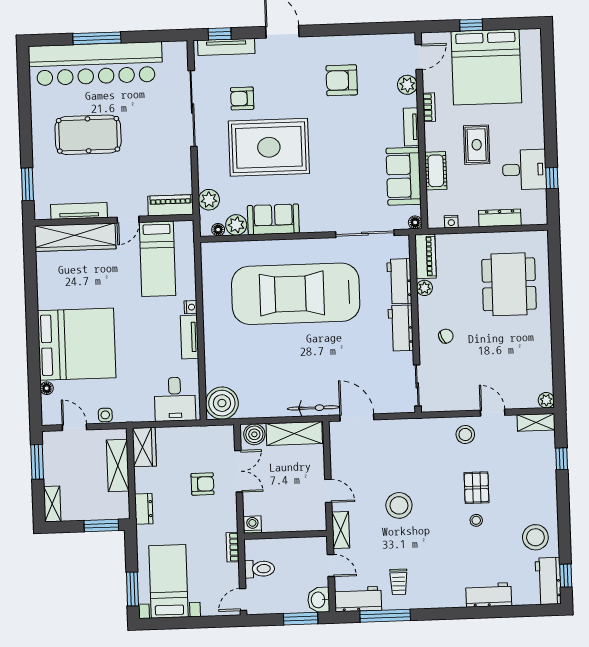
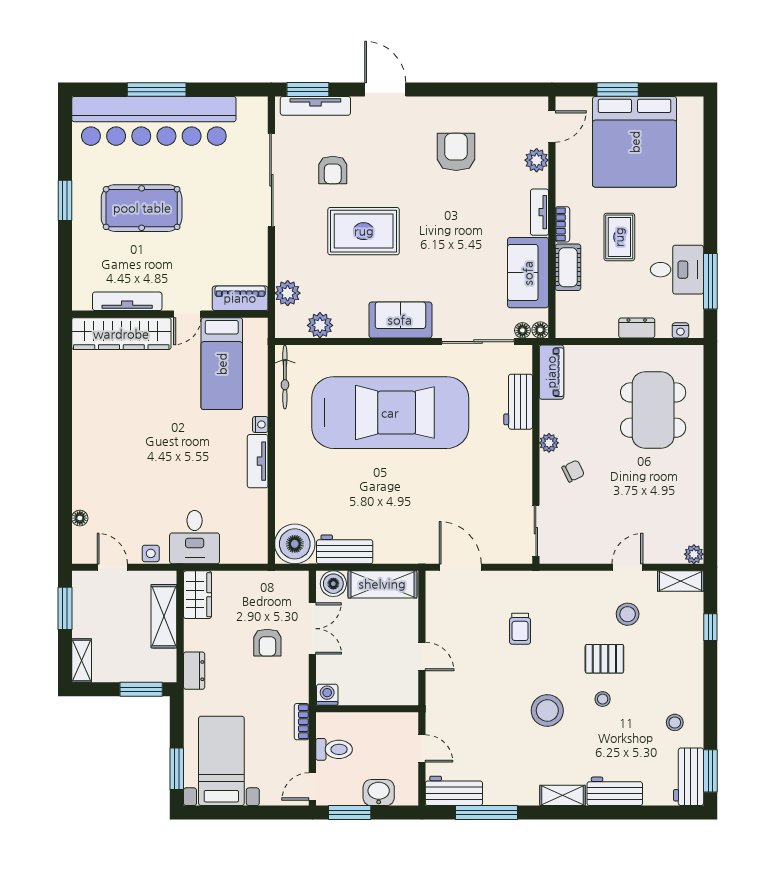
window: (471, 25) -> (618, 89), width x1.50
window: (220, 34) -> (308, 89), width x1.50
armchair: (342, 80) -> (456, 152), turned 90
armchair: (242, 98) -> (333, 170), turned -90
bookcase: (429, 107) -> (562, 224), moved
rug: (269, 147) -> (364, 231), width x0.73, depth x0.69
window: (552, 178) -> (710, 281), width x2.17
window: (27, 184) -> (65, 200), moved
dresser: (500, 218) -> (637, 328), width x0.70
sofa: (273, 219) -> (400, 320), moved
nightstand: (451, 222) -> (680, 330), moved
floor lamp: (218, 230) -> (522, 330), moved
plant: (424, 288) -> (549, 443), moved
car: (296, 294) -> (390, 413), turned 180
workbench: (401, 328) -> (345, 549), moved, turned 90
bed: (77, 344) -> (119, 465), removed
desk: (175, 399) -> (195, 537), moved
bicycle: (313, 408) -> (285, 377), moved, turned 90
door: (493, 413) -> (627, 567), hinge flipped
stool: (465, 434) -> (628, 614), moved
armchair: (202, 484) -> (267, 643), turned 90
pallet: (477, 488) -> (604, 659), turned 90
stool: (399, 505) -> (547, 711), moved
shelving: (341, 530) -> (563, 795), moved, turned 90
stool: (535, 537) -> (675, 722), width x0.53, depth x0.53
window: (566, 576) -> (710, 771), width x1.50
trolley: (399, 582) -> (520, 629), moved
washbasin: (319, 600) -> (379, 793), moved, turned 90
window: (301, 619) -> (350, 812), moved

